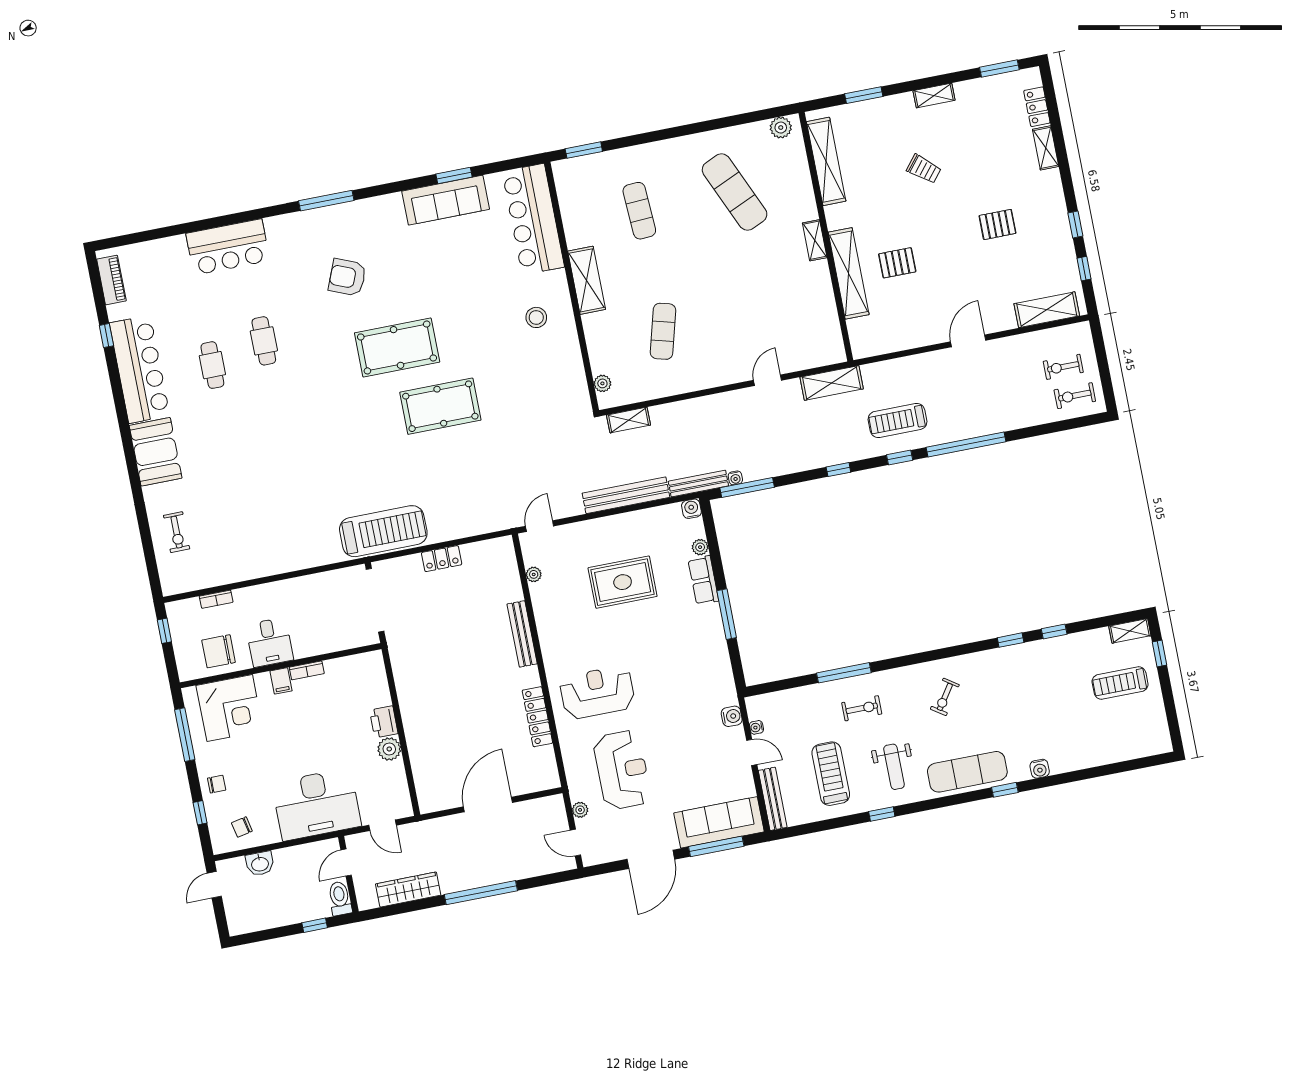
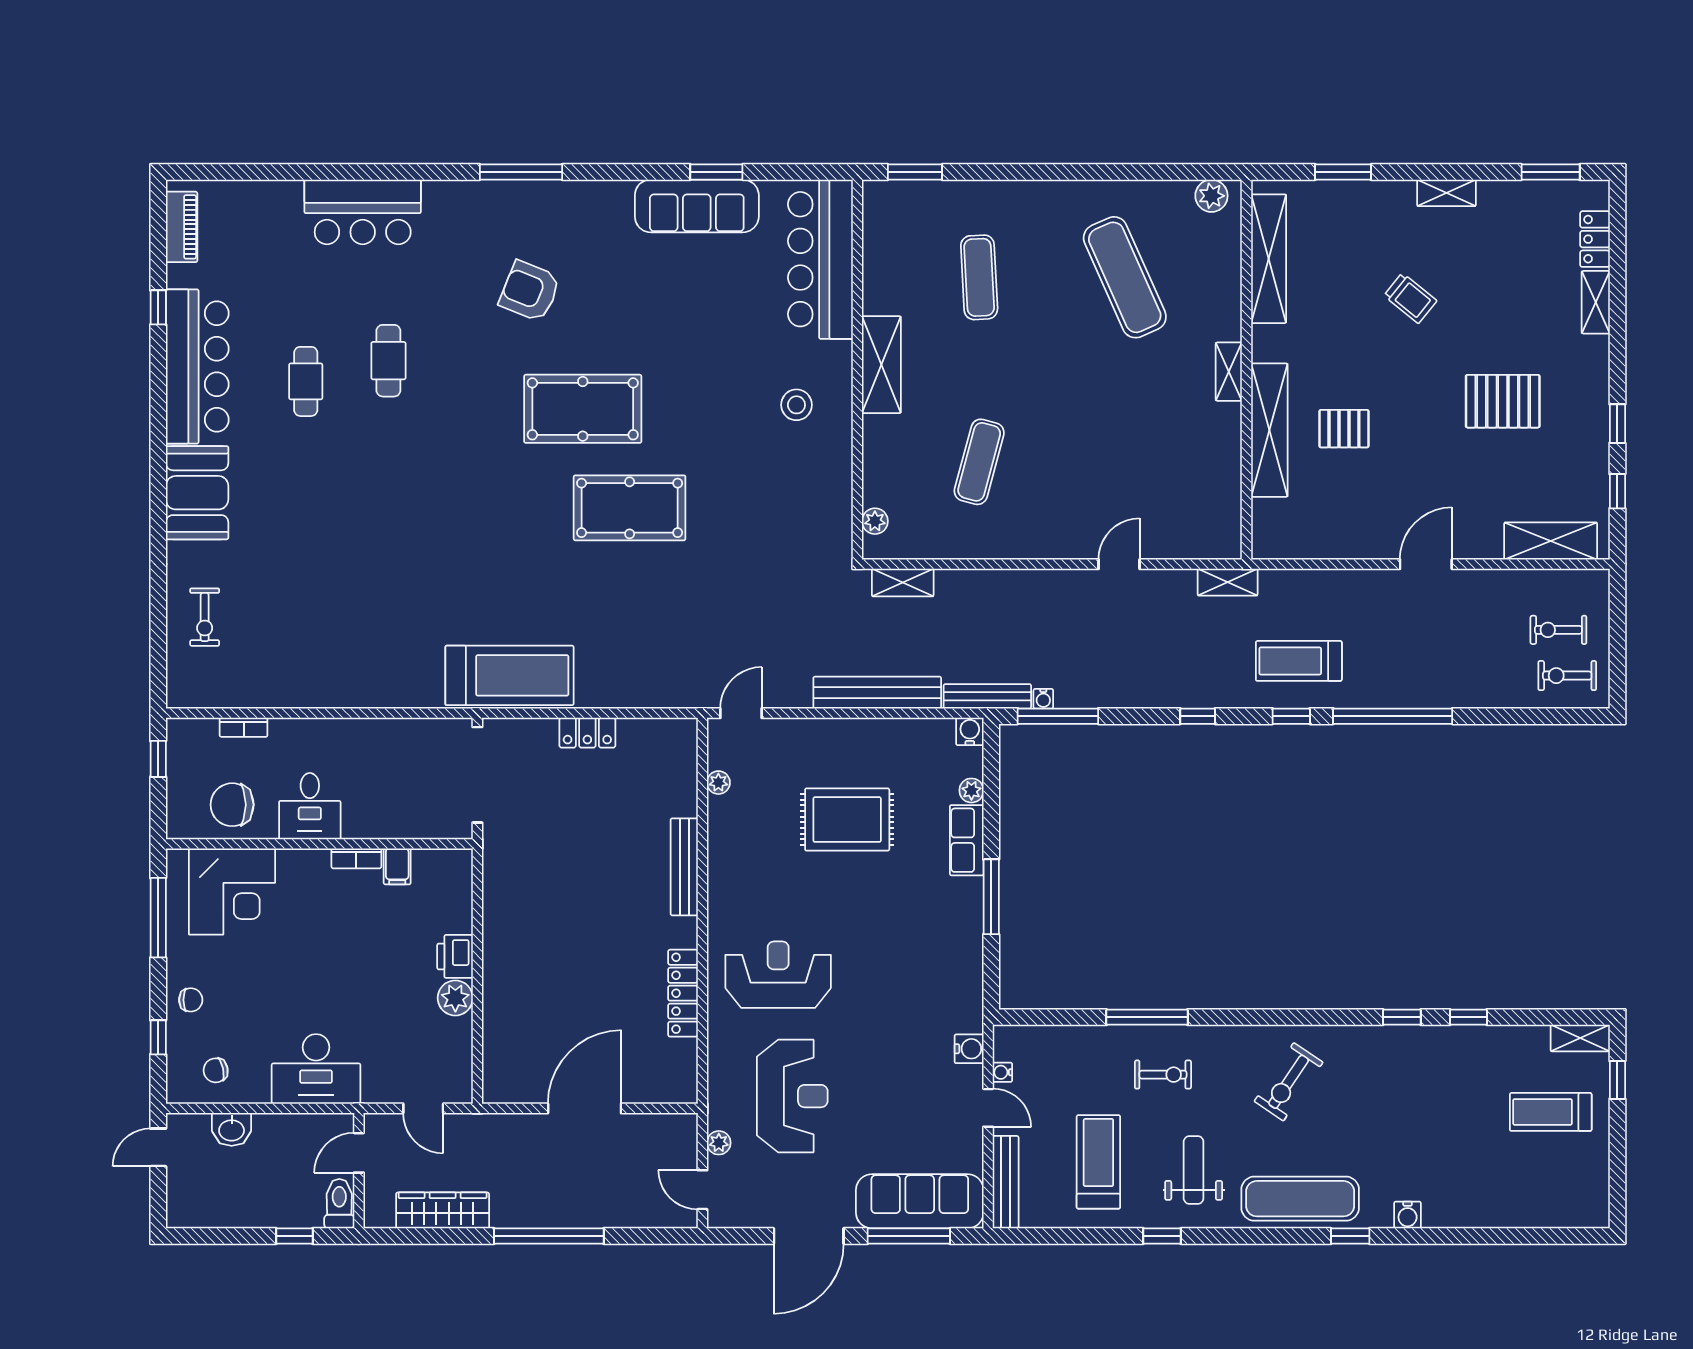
pallet: (997, 224) -> (1503, 401), width x1.50, depth x1.42
shelving: (832, 383) -> (1228, 582), width x0.67, depth x0.75
filing cabinet: (281, 681) -> (397, 866), moved
exercise bike: (945, 697) -> (1289, 1082), width x1.38, depth x1.39
weight bench: (894, 767) -> (1194, 1170), turned 180
desk: (317, 804) -> (316, 1069), width x0.73, depth x0.77

